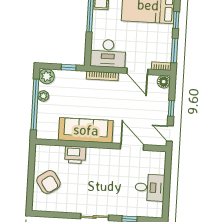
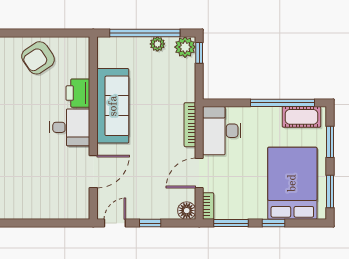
window: (69, 67) -> (199, 53), moved
desk: (150, 187) -> (70, 127), moved, turned -90

